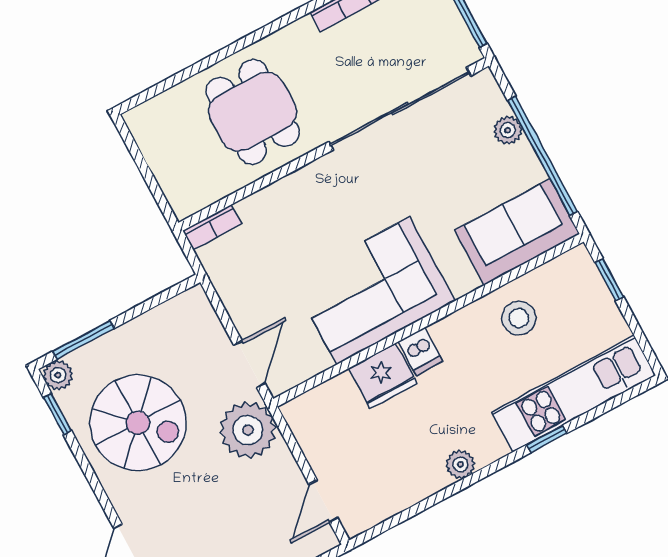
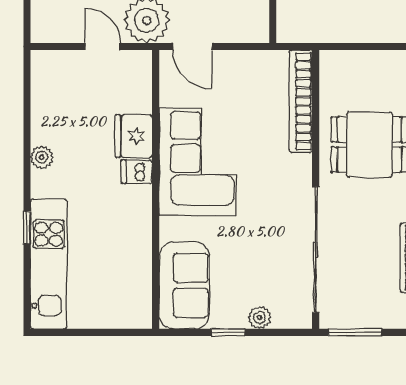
window: (543, 156) -> (228, 332), width x0.32
bookcase: (212, 227) -> (301, 101), width x2.31, depth x1.31
window: (609, 280) -> (115, 332), removed
stool: (519, 318) -> (123, 254), removed
door: (323, 501) -> (103, 46), moved

